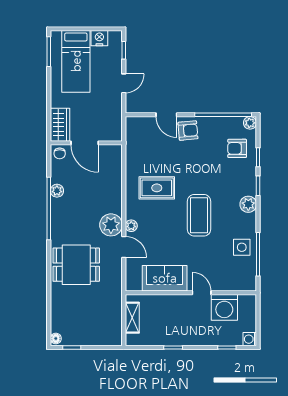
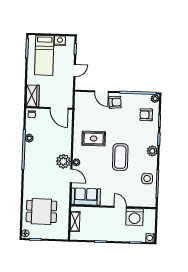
door: (85, 143) -> (59, 108), moved
dining table: (76, 265) -> (41, 211), moved
sofa: (165, 278) -> (86, 197), moved

